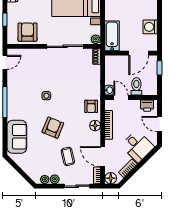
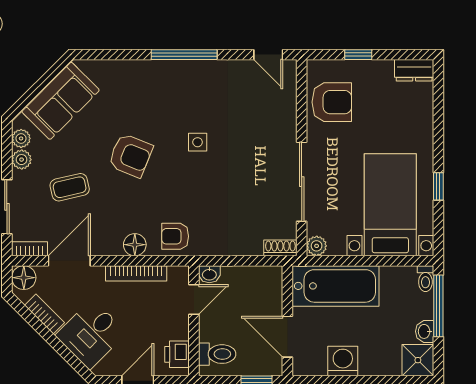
bathtub: (112, 36) -> (335, 286), width x1.36, depth x1.36
toilet: (136, 86) -> (217, 354), moved
sofa: (17, 137) -> (60, 101), moved, turned -45

